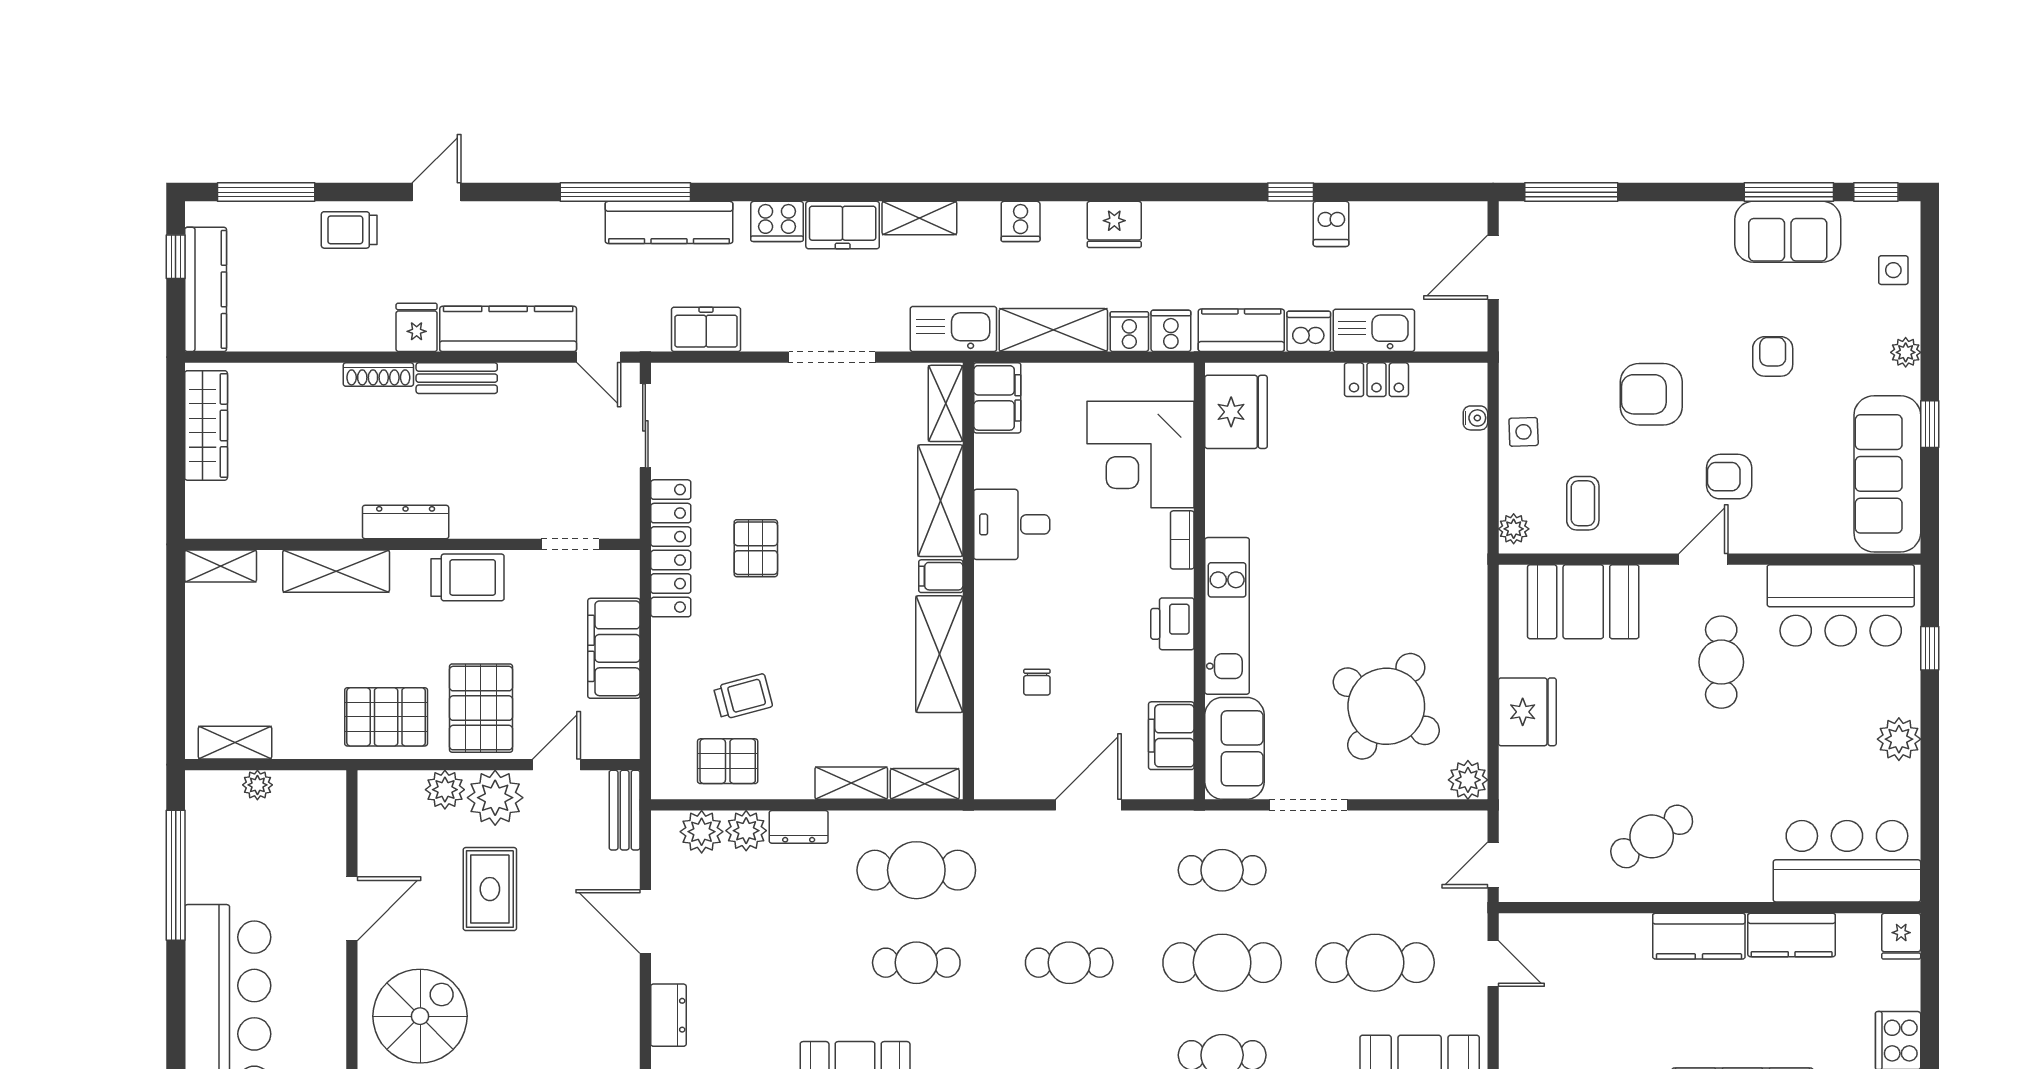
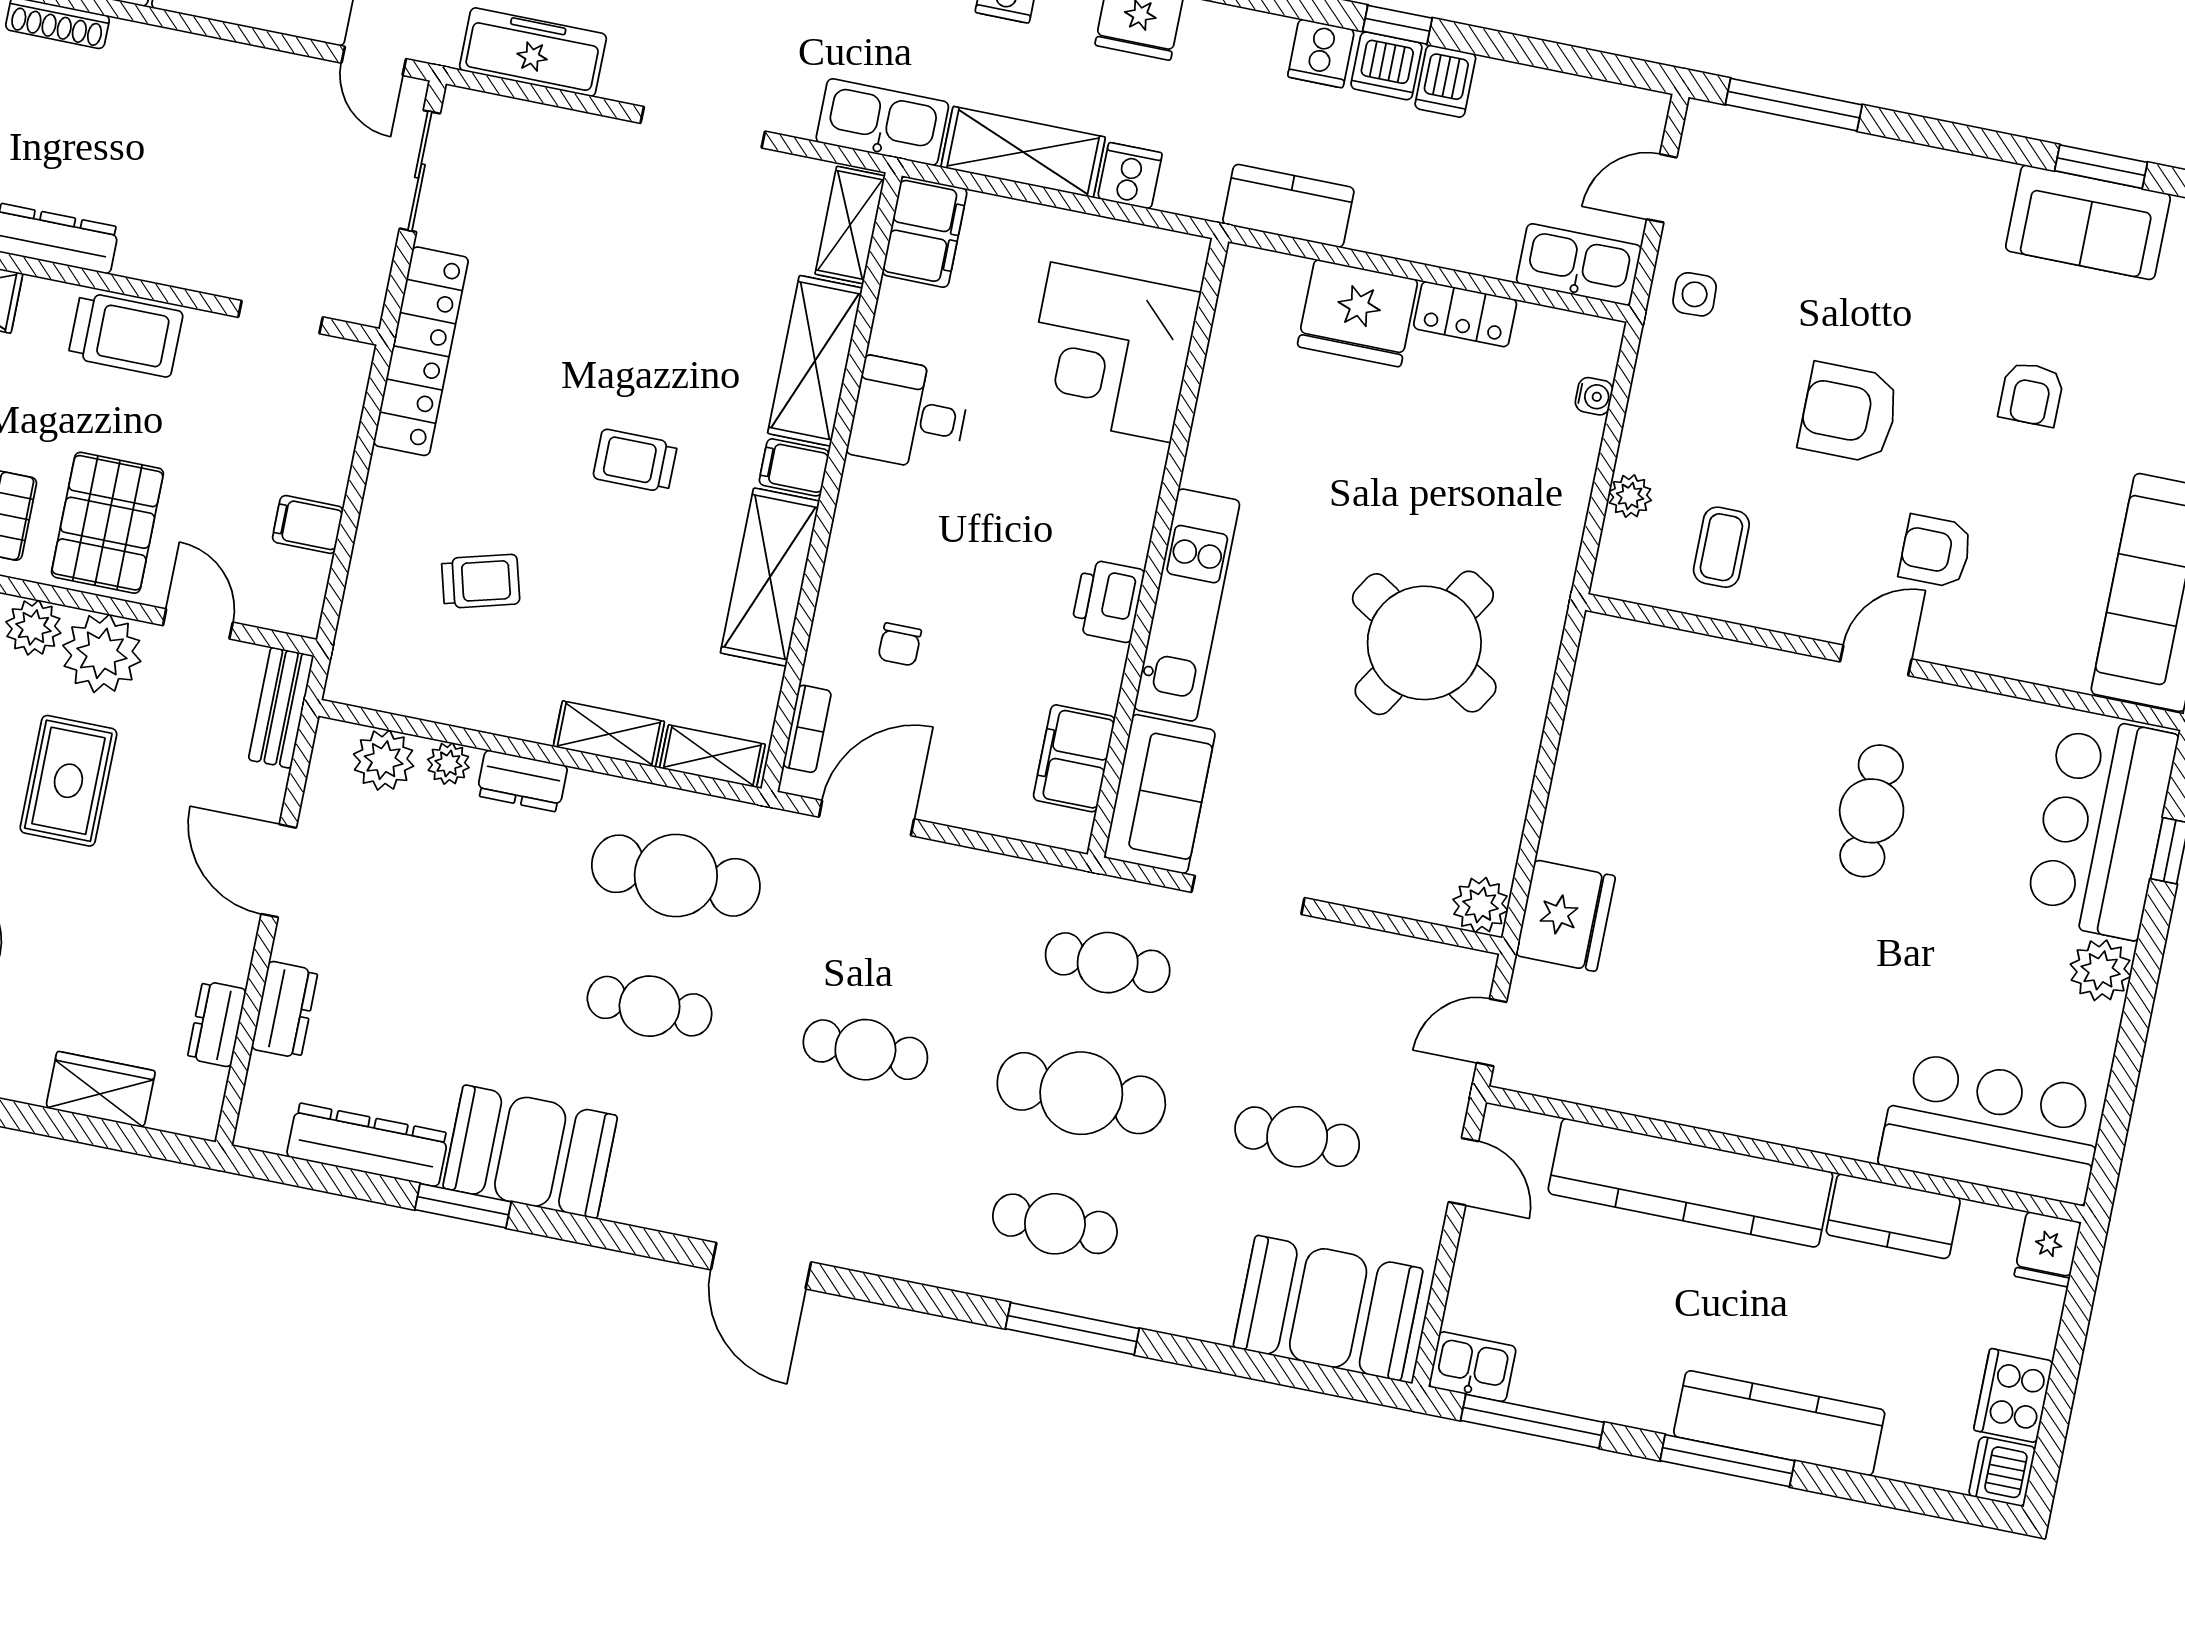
window: (1789, 192) -> (2101, 167), width x0.69
door: (1493, 267) -> (1662, 188), width x0.73
freezer: (706, 329) -> (533, 52), width x1.40
kitchen sink: (1374, 330) -> (1579, 264), moved
cooker: (1171, 331) -> (1321, 53), moved, turned 180
dishwasher: (1309, 331) -> (1386, 66), moved, turned 180
armchair: (1773, 356) -> (2031, 394), turned 180
bench: (457, 378) -> (167, 50), removed
fridge: (1236, 412) -> (1358, 313), moved, turned 90
side table: (1524, 432) -> (1695, 294), moved
plant: (1514, 529) -> (1630, 496), moved
bookcase: (1182, 540) -> (807, 729), moved, turned 180
pallet: (756, 548) -> (541, 375), removed
trolley: (832, 593) -> (635, 461), added
booth: (1583, 602) -> (1694, 686), removed
bar counter: (1841, 605) -> (2101, 827), moved, turned 90
filing cabinet: (614, 648) -> (308, 524), width x0.33, depth x0.86
round table: (1386, 706) -> (1424, 643), moved
fridge: (1527, 712) -> (1565, 916), moved
pallet: (728, 761) -> (441, 668), removed
door: (556, 765) -> (198, 624), hinge flipped
door: (1088, 805) -> (866, 818), moved
plant: (746, 831) -> (448, 764), width x0.73, depth x0.73
cafe table: (1652, 836) -> (1724, 1037), removed
kitchen counter: (1699, 936) -> (1690, 1183), width x2.08, depth x1.17
cafe table: (1375, 963) -> (1297, 1137), width x0.73, depth x0.74
dresser: (624, 1034) -> (217, 1024), added

